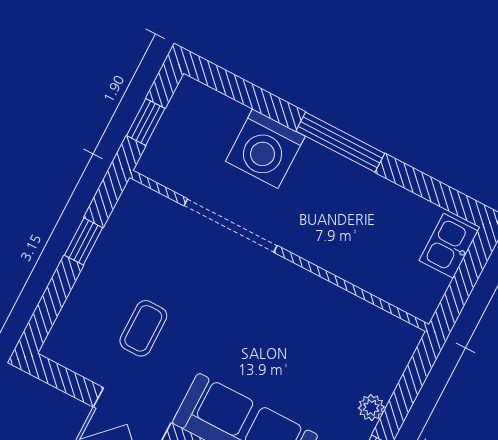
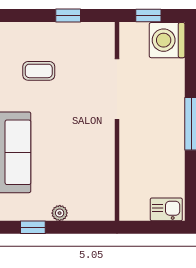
washing machine: (265, 149) -> (167, 40), moved

